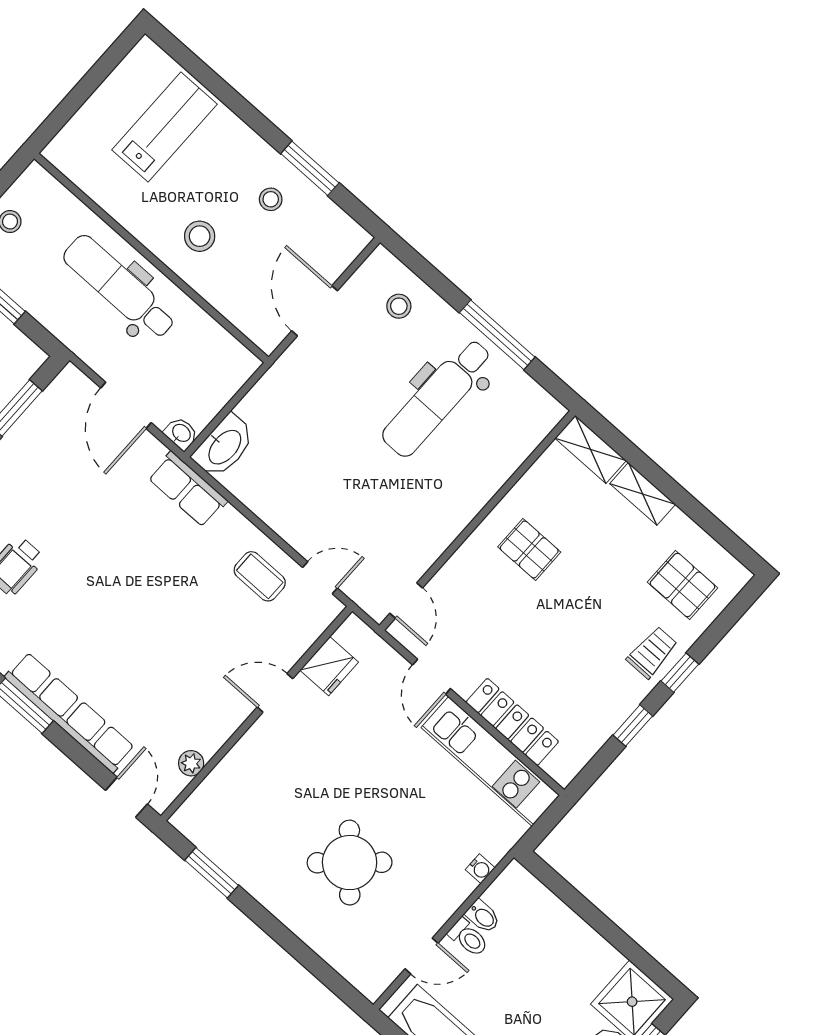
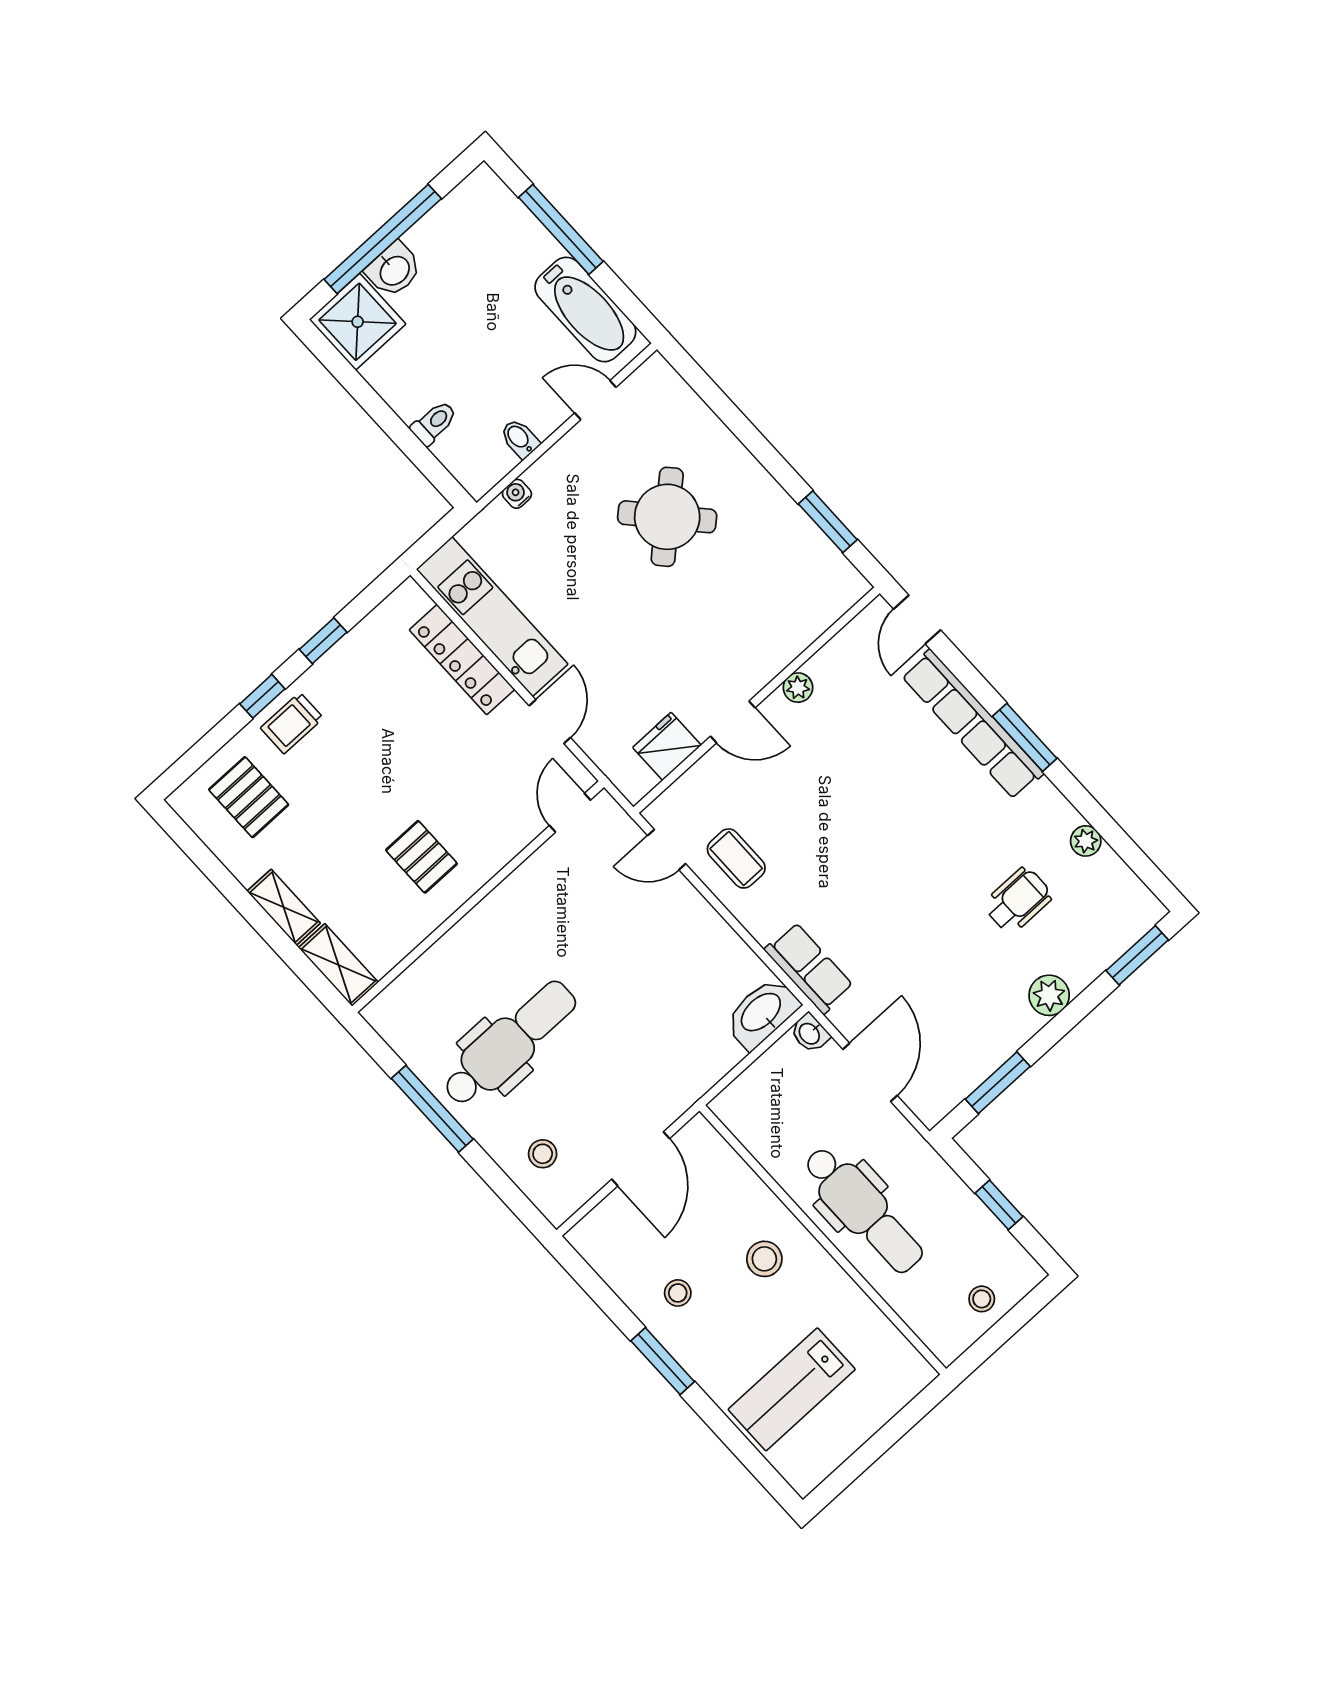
window: (310, 168) -> (663, 1361), moved
plant: (191, 763) -> (798, 688), moved
toilet: (468, 938) -> (434, 423), moved, turned 90

